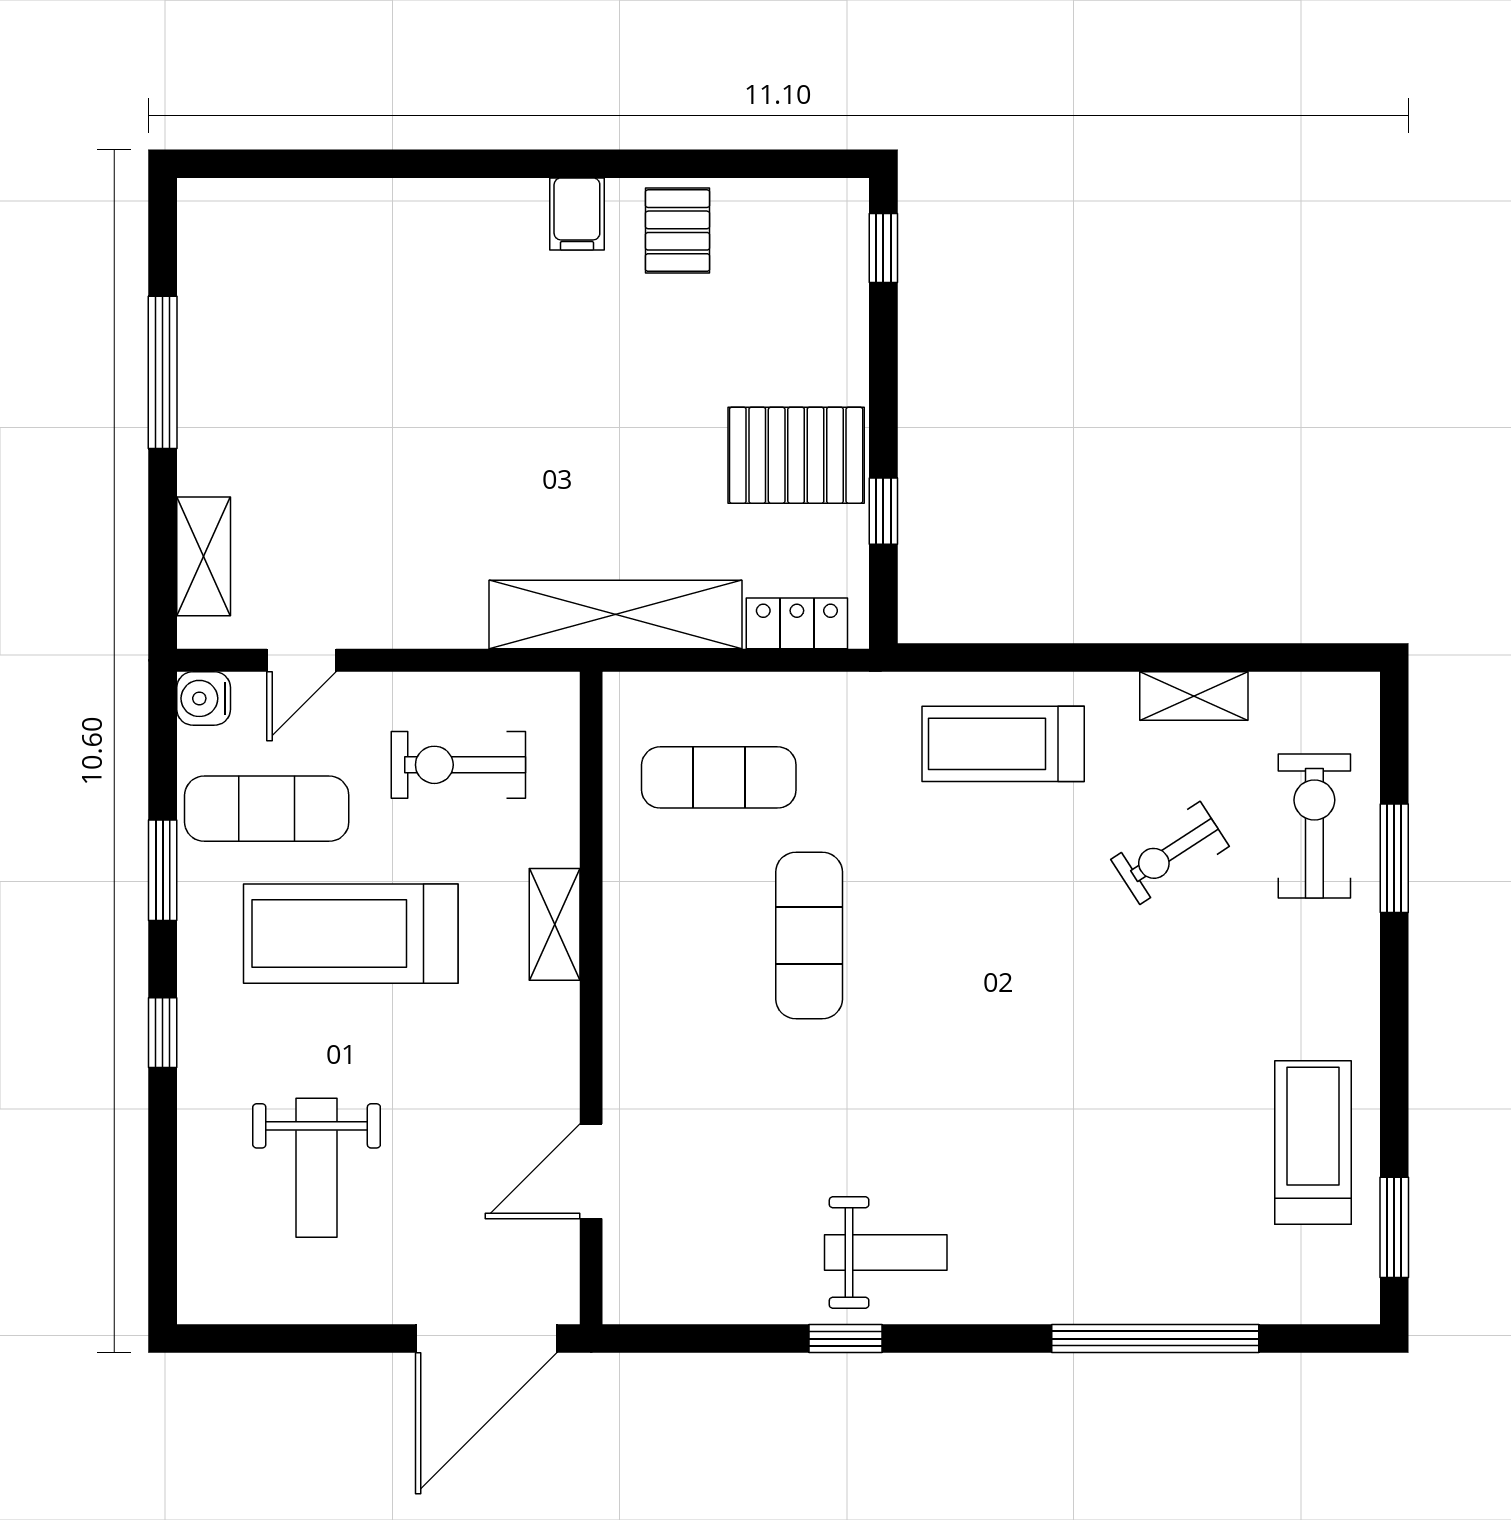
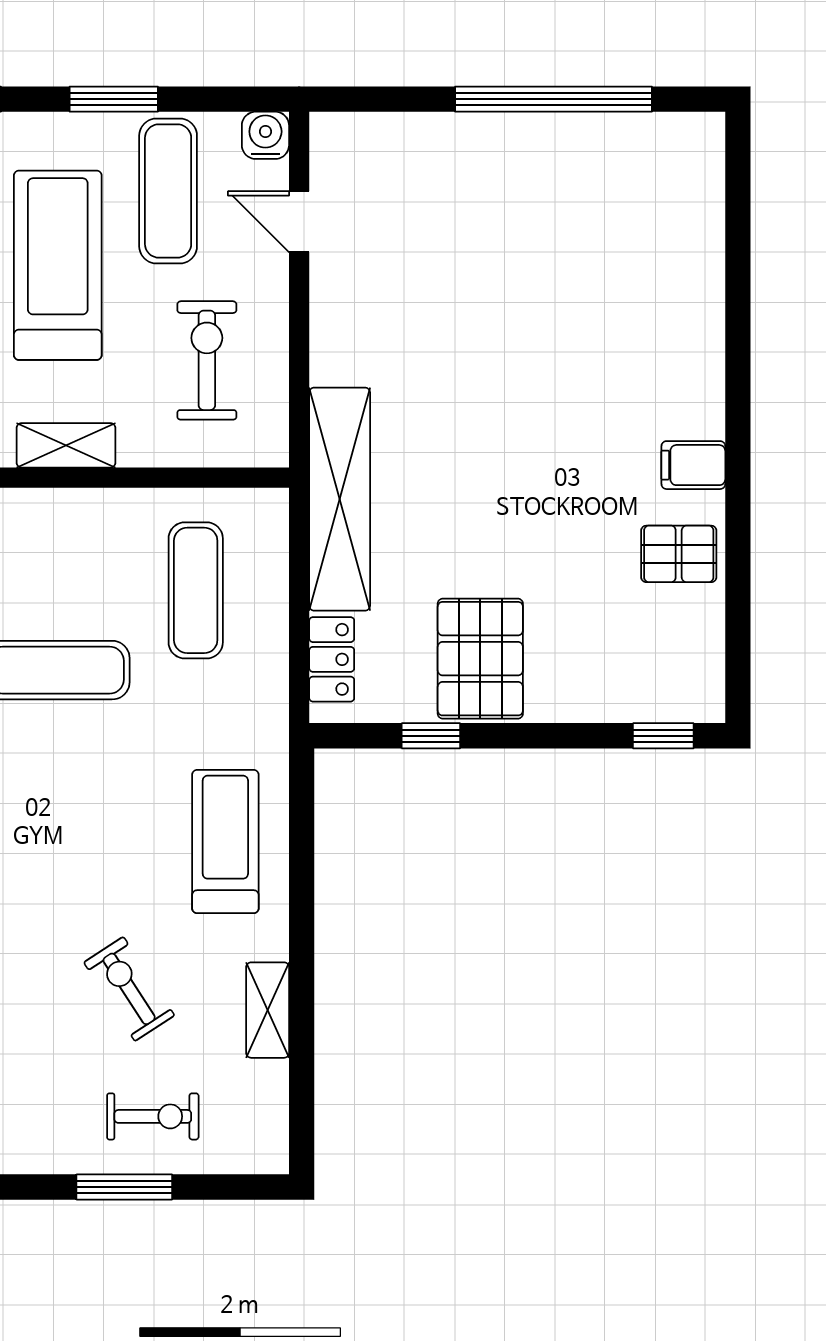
window: (163, 372) -> (553, 99), width x1.46
shelving: (204, 556) -> (391, 135), removed
exercise bike: (1314, 826) -> (153, 1116), width x0.73, depth x0.72

